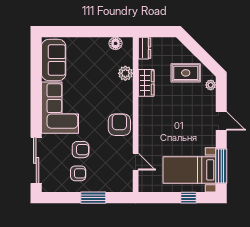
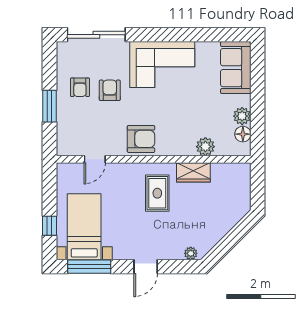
plant: (101, 44) -> (242, 116), added
dresser: (144, 48) -> (237, 170), removed
sofa: (54, 60) -> (236, 68), moved, turned 90
rug: (186, 73) -> (157, 193), moved
armchair: (81, 150) -> (110, 90), turned 180

